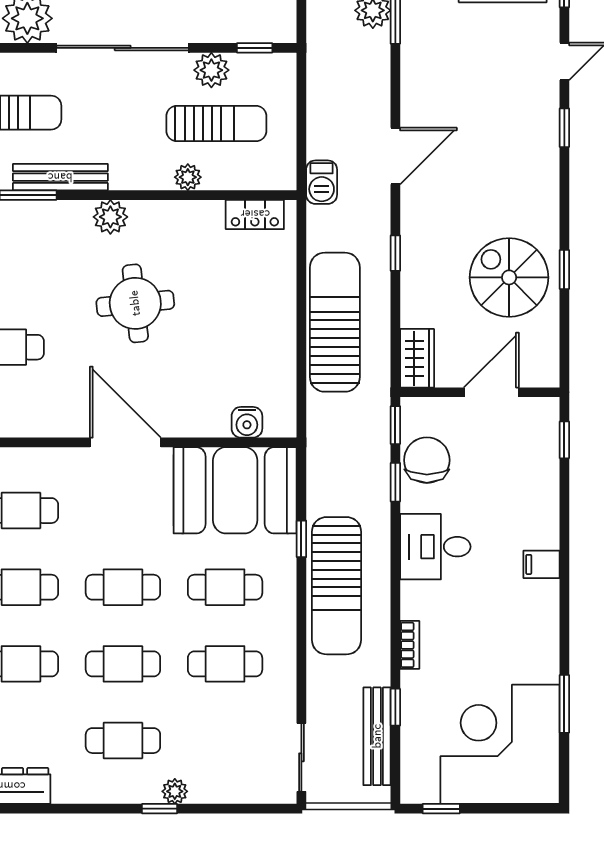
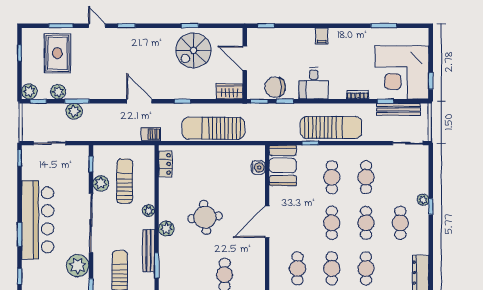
plant: (188, 177) -> (149, 210), moved
booth: (235, 490) -> (283, 165), width x0.73, depth x0.70
corner desk: (500, 744) -> (402, 72), moved

